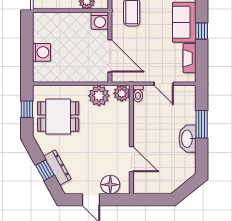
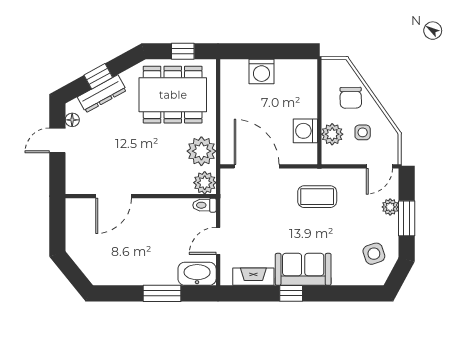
washing machine: (100, 21) -> (305, 131), moved
door: (110, 56) -> (257, 166), swing flipped
dining table: (58, 116) -> (173, 95), width x1.38
washbasin: (187, 139) -> (197, 274), moved
floor lamp: (110, 185) -> (72, 120), moved, width x0.53, depth x0.53

